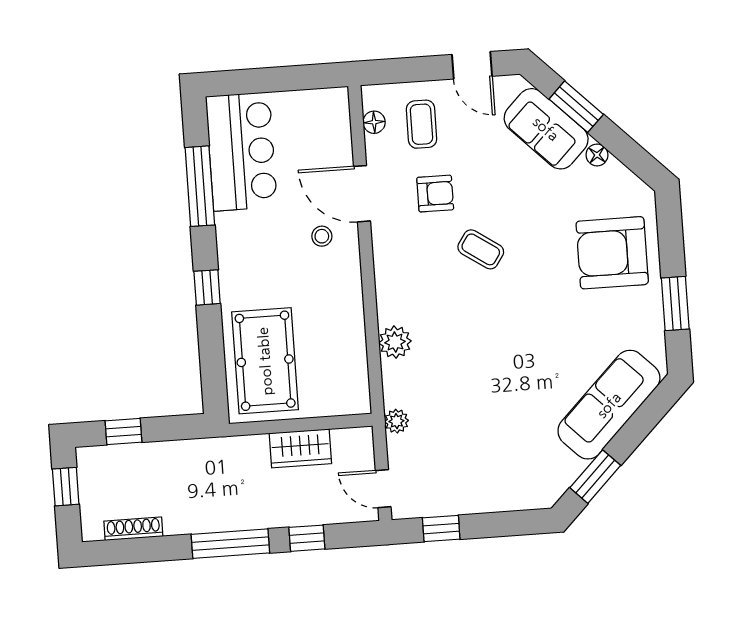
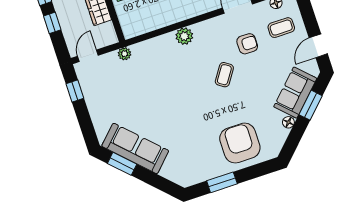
armchair: (435, 194) -> (247, 44), turned -90
plant: (395, 342) -> (184, 36), moved
sofa: (609, 405) -> (135, 148), moved

